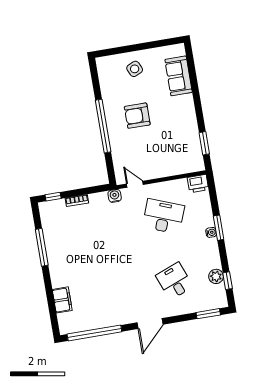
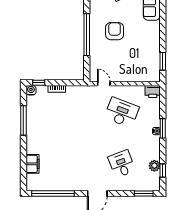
armchair: (137, 116) -> (115, 31), turned 90
water cooler: (115, 196) -> (31, 90), moved

